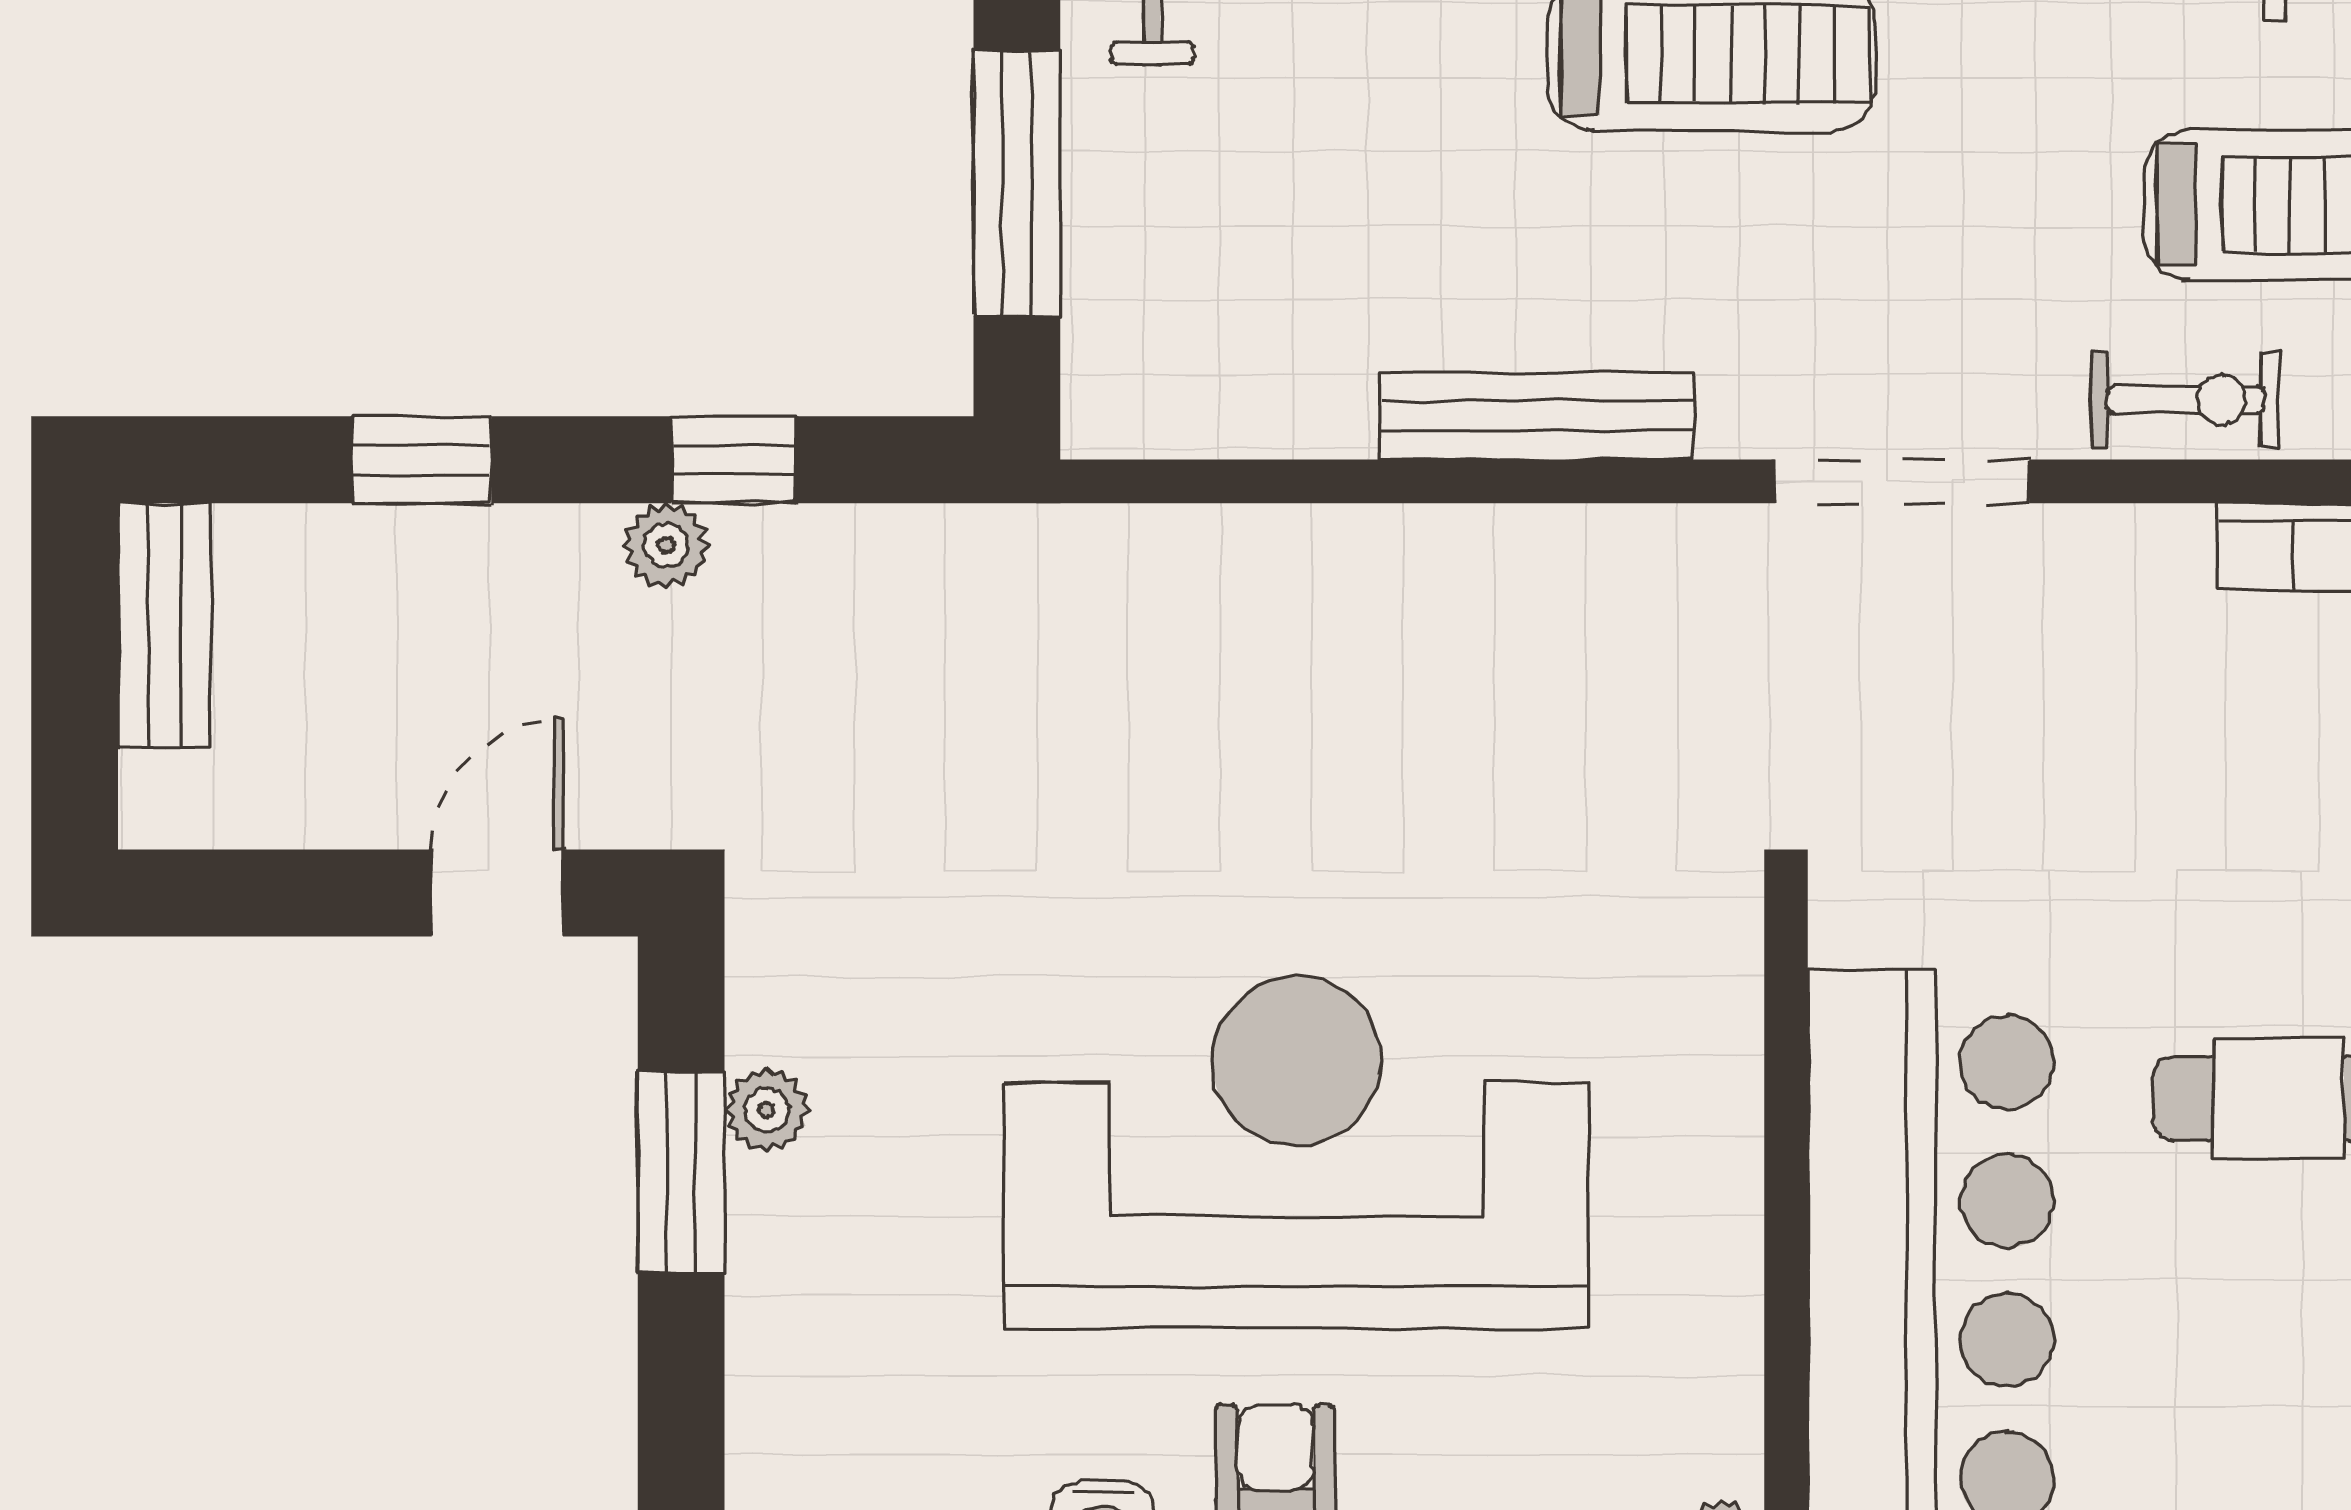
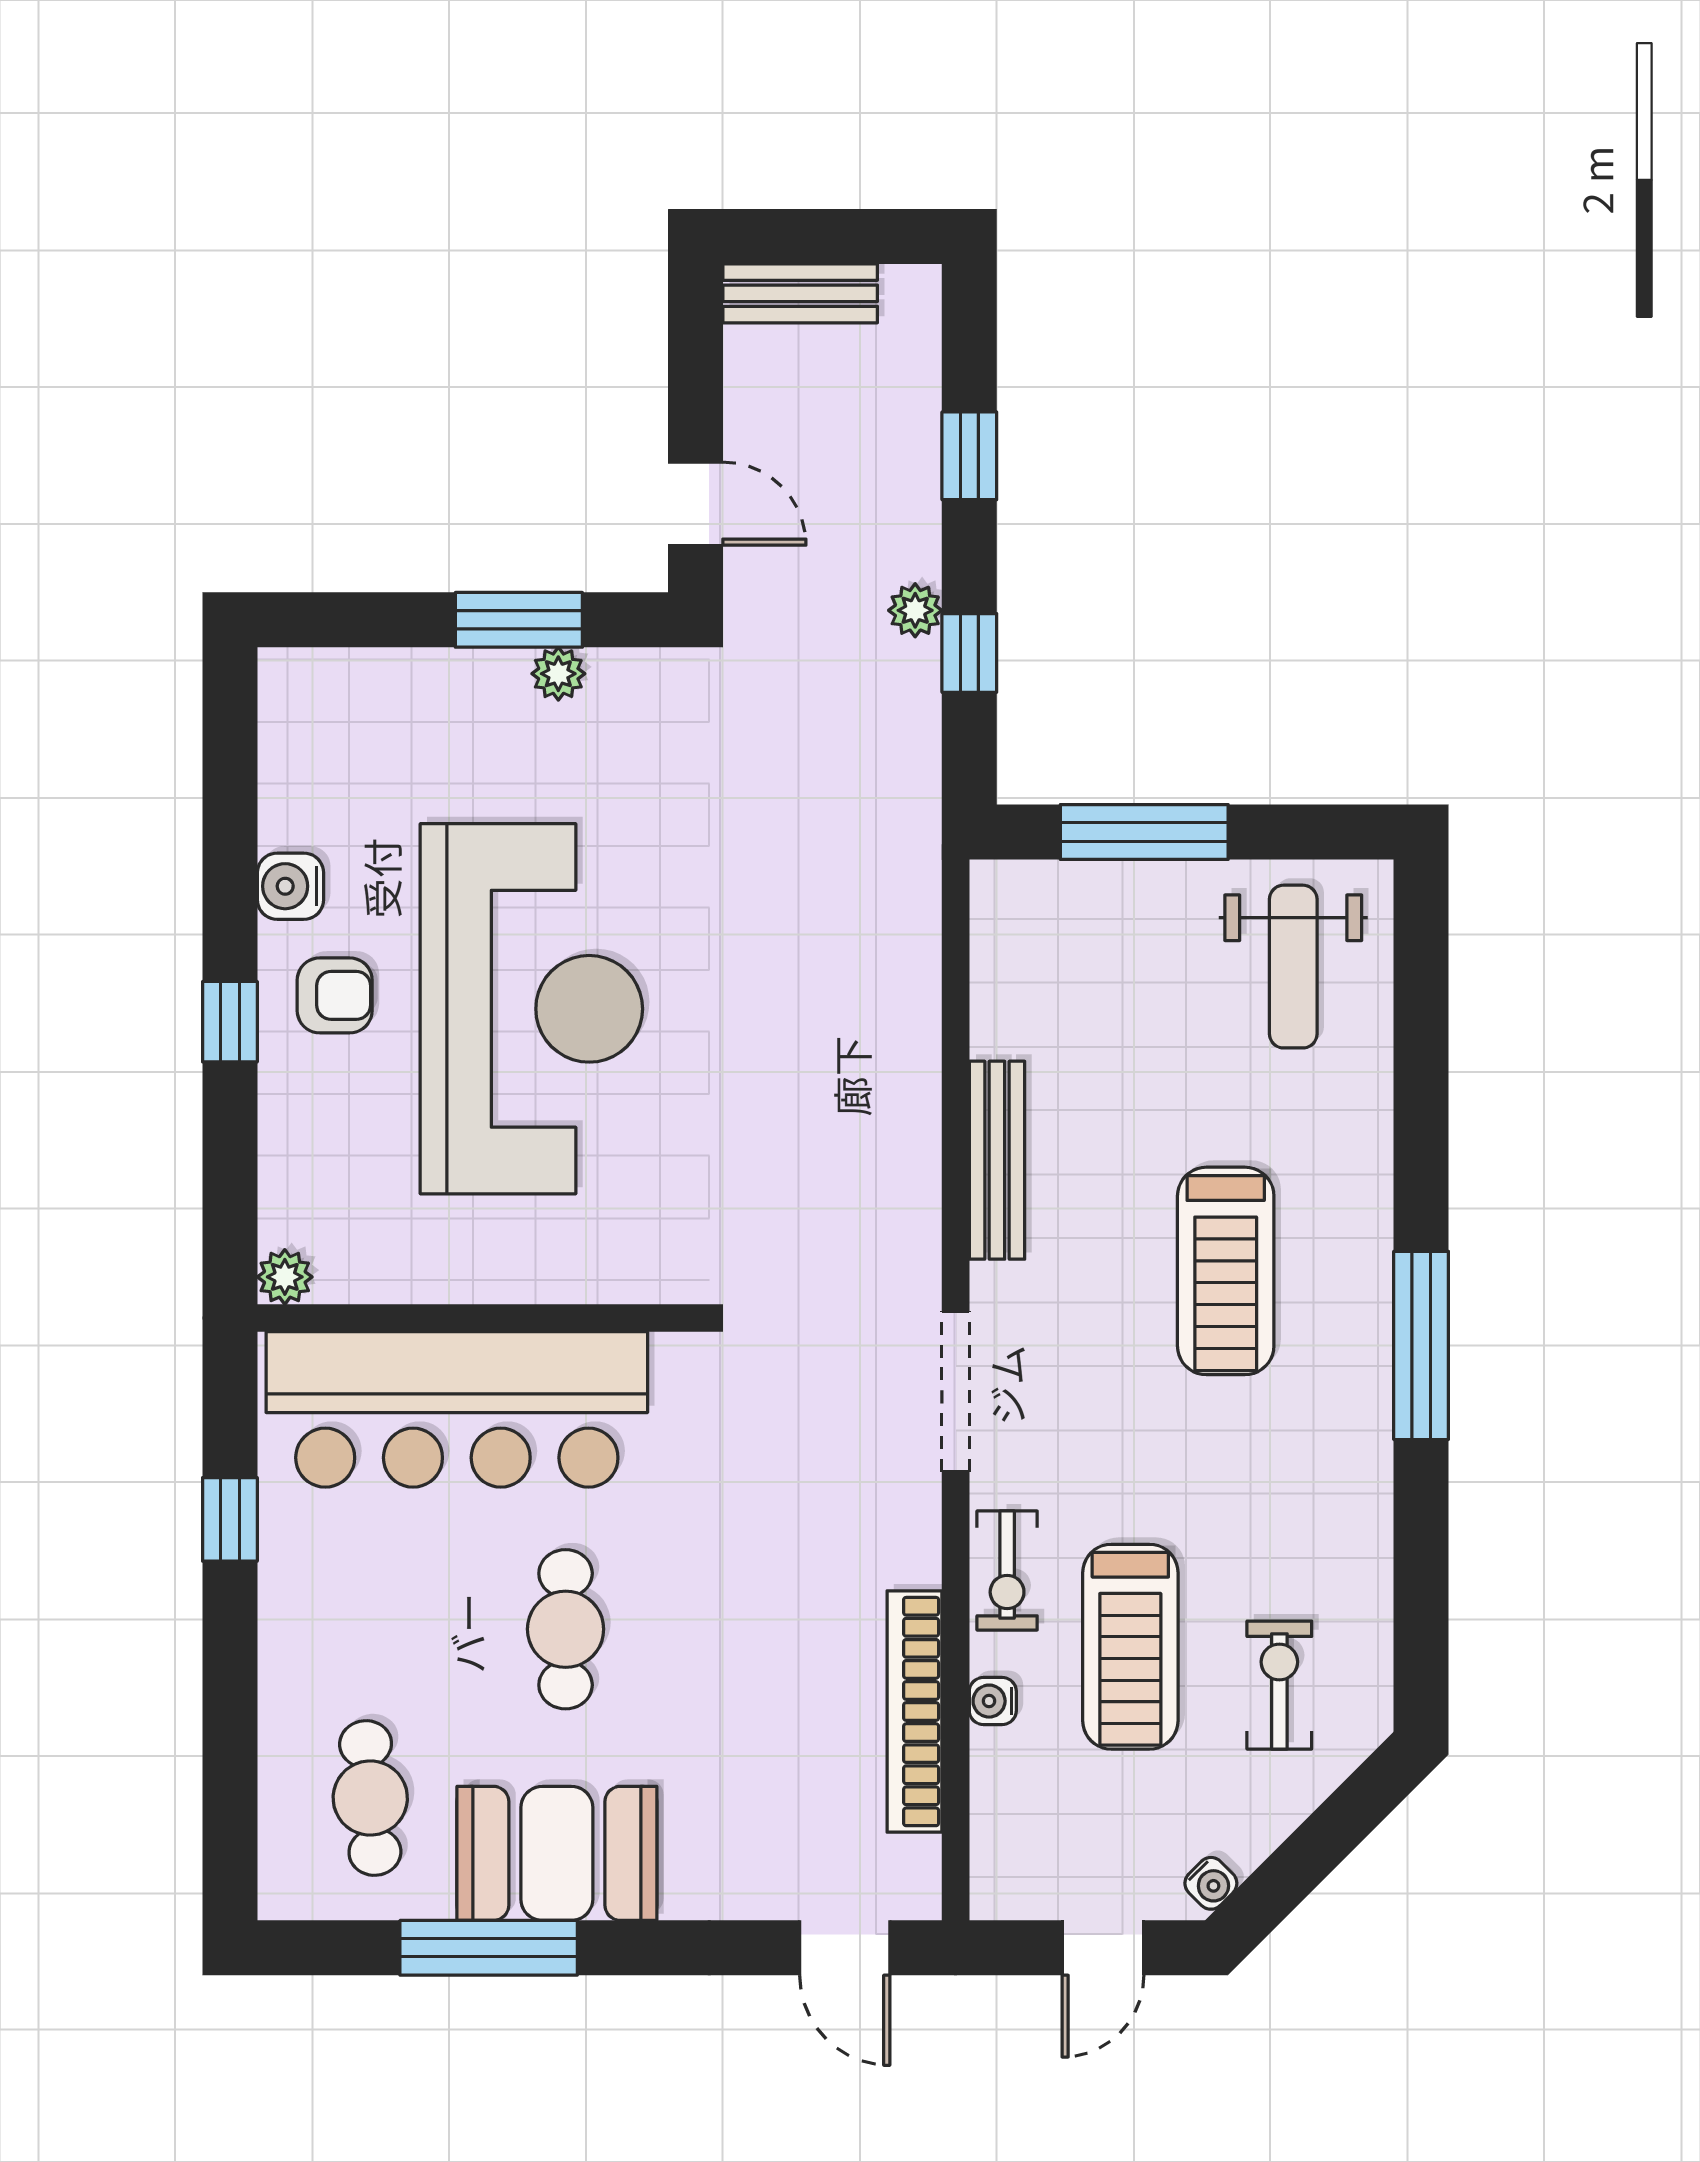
bench: (165, 625) -> (800, 293), moved

